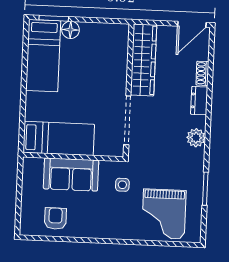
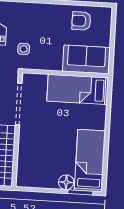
sofa: (71, 175) -> (86, 59), moved
armchair: (55, 218) -> (81, 21), turned 90

